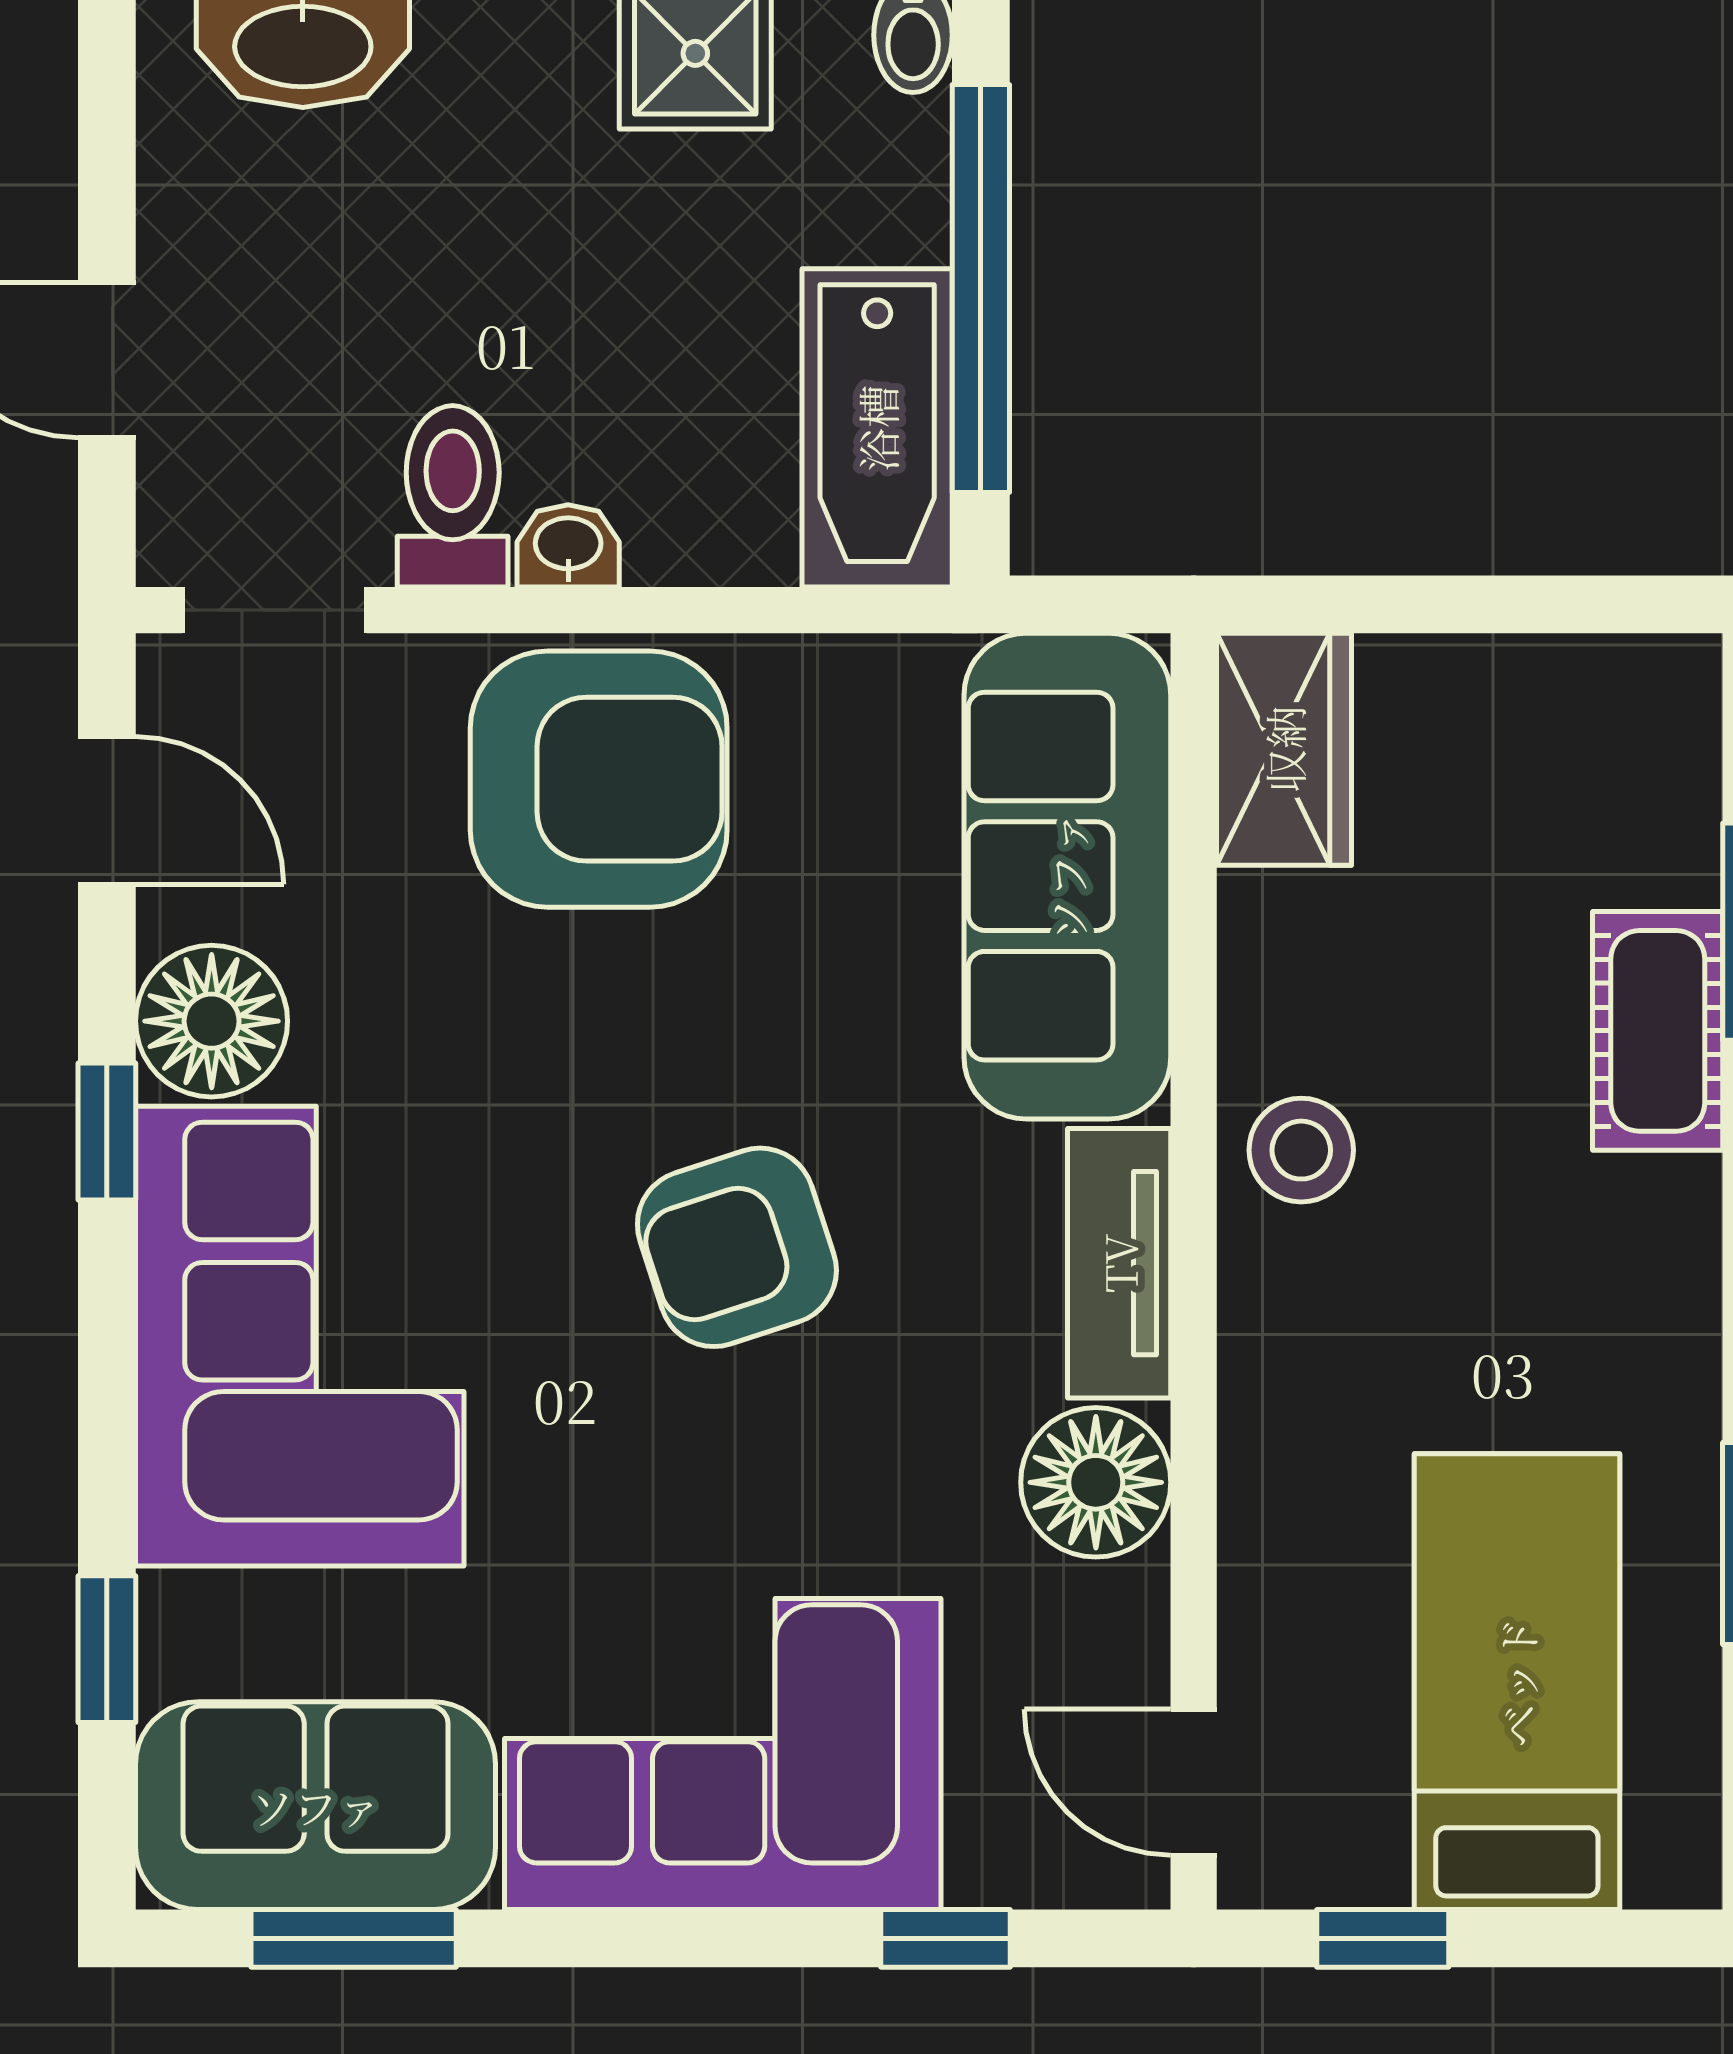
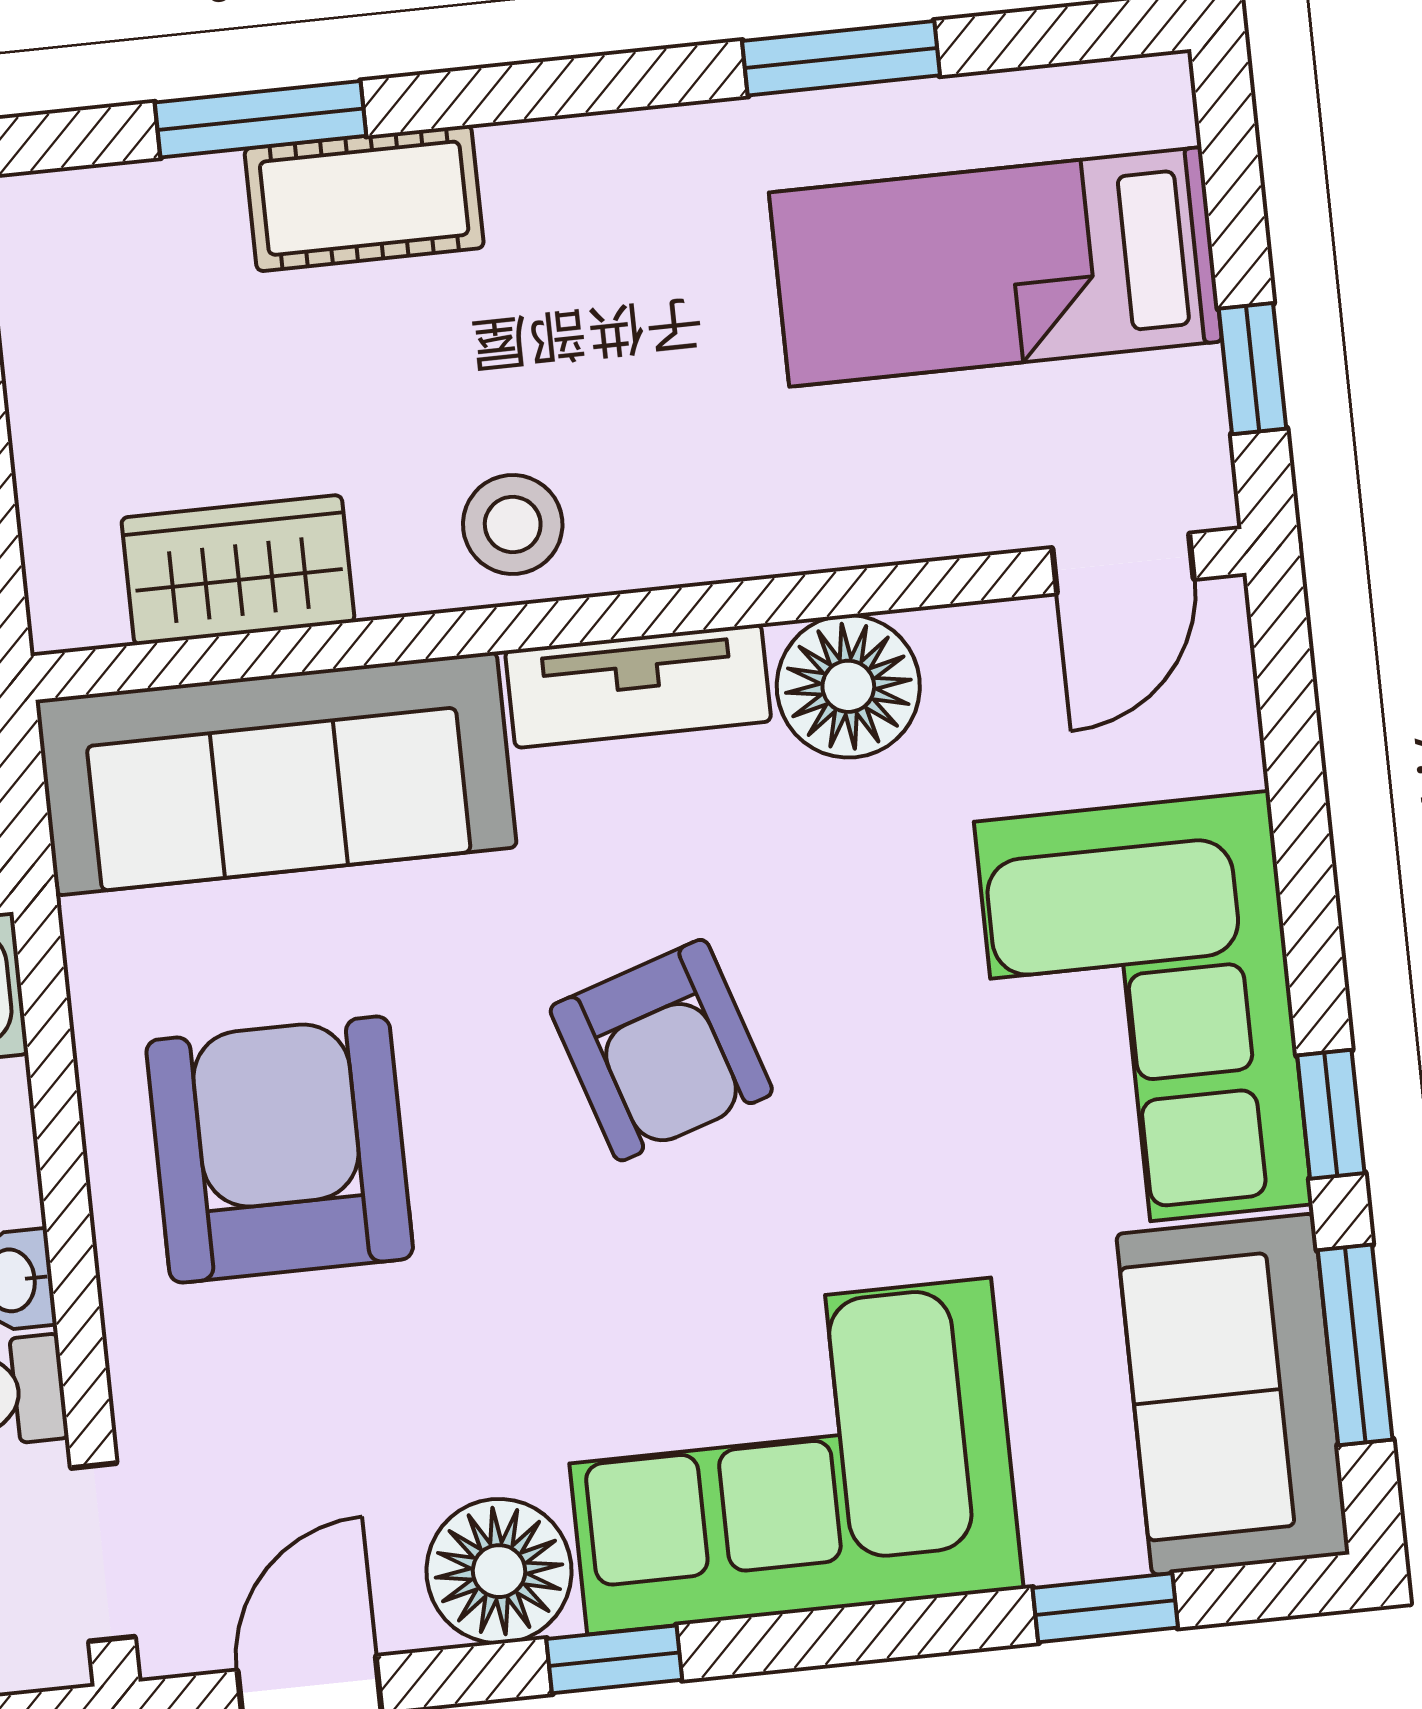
wardrobe: (1284, 749) -> (238, 570), moved
armchair: (599, 779) -> (280, 1150), moved
window: (945, 1938) -> (1331, 1114), moved

